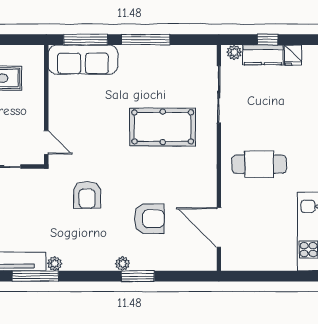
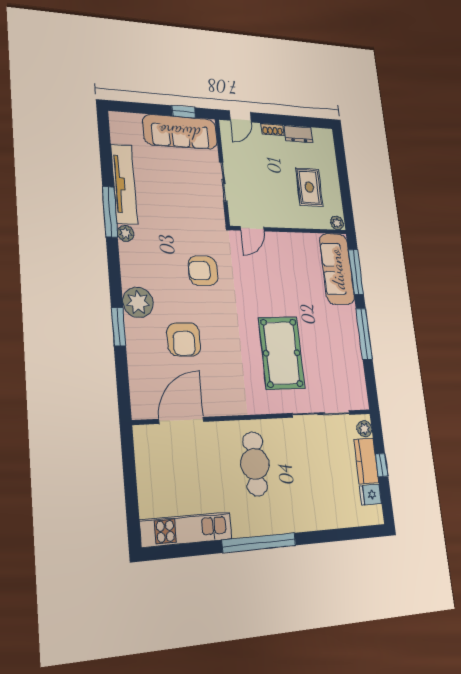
plant: (37, 53) -> (337, 223), added
plant: (123, 264) -> (138, 302), width x1.88, depth x1.88

